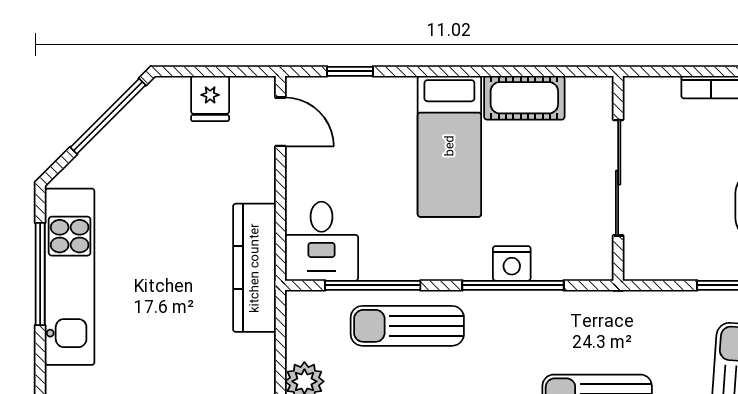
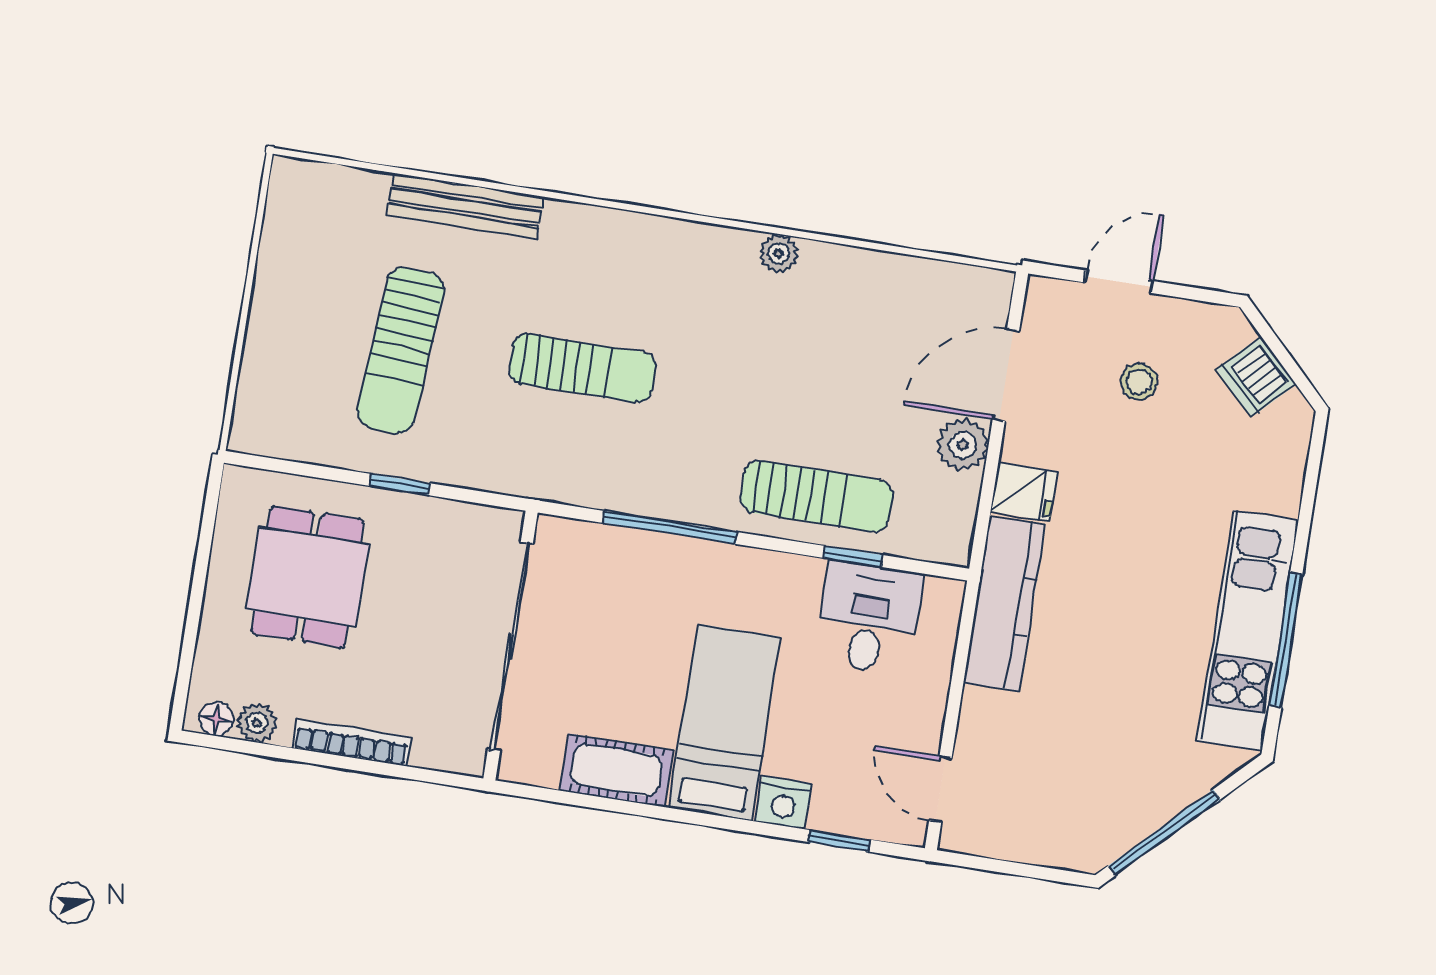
fridge: (210, 99) -> (1024, 492), moved, turned 90
sliding door: (618, 178) -> (510, 646), width x1.36
desk: (322, 241) -> (869, 618), moved
nightstand: (512, 263) -> (783, 803), moved, turned 180
window: (373, 285) -> (853, 556), width x0.46

